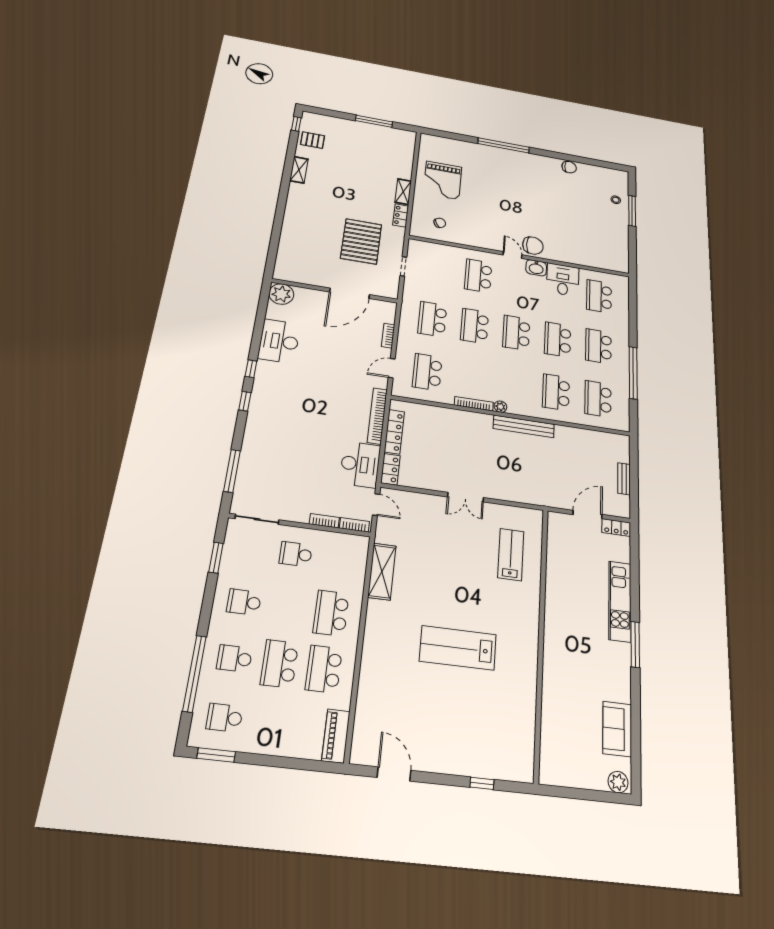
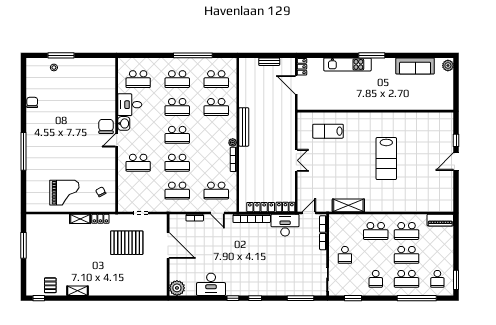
school desk: (234, 658) -> (407, 279), width x1.85
sofa: (617, 729) -> (415, 66), width x1.36
door: (394, 774) -> (456, 162), moved

